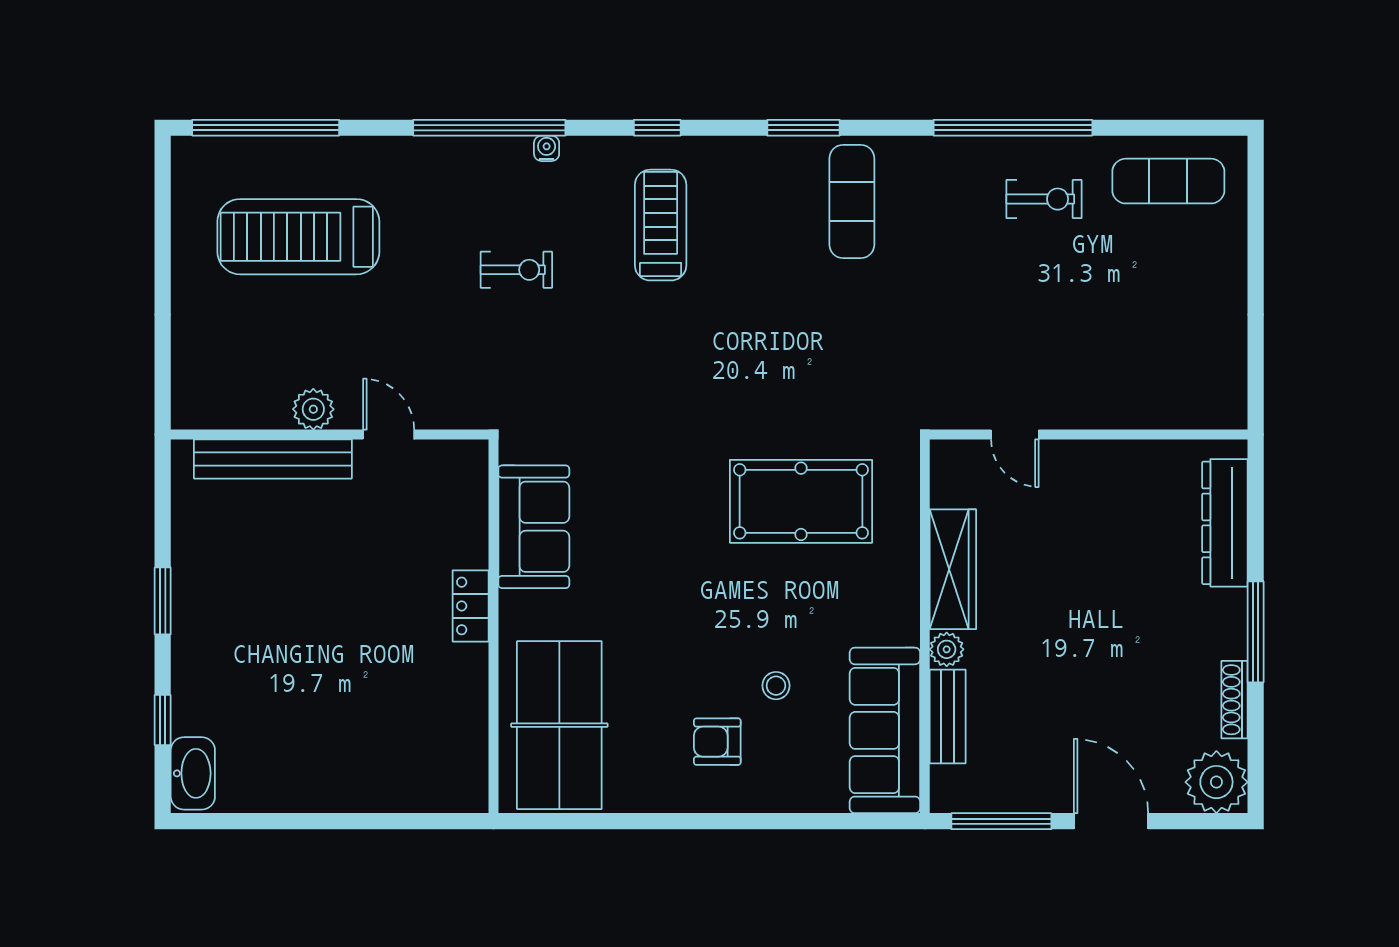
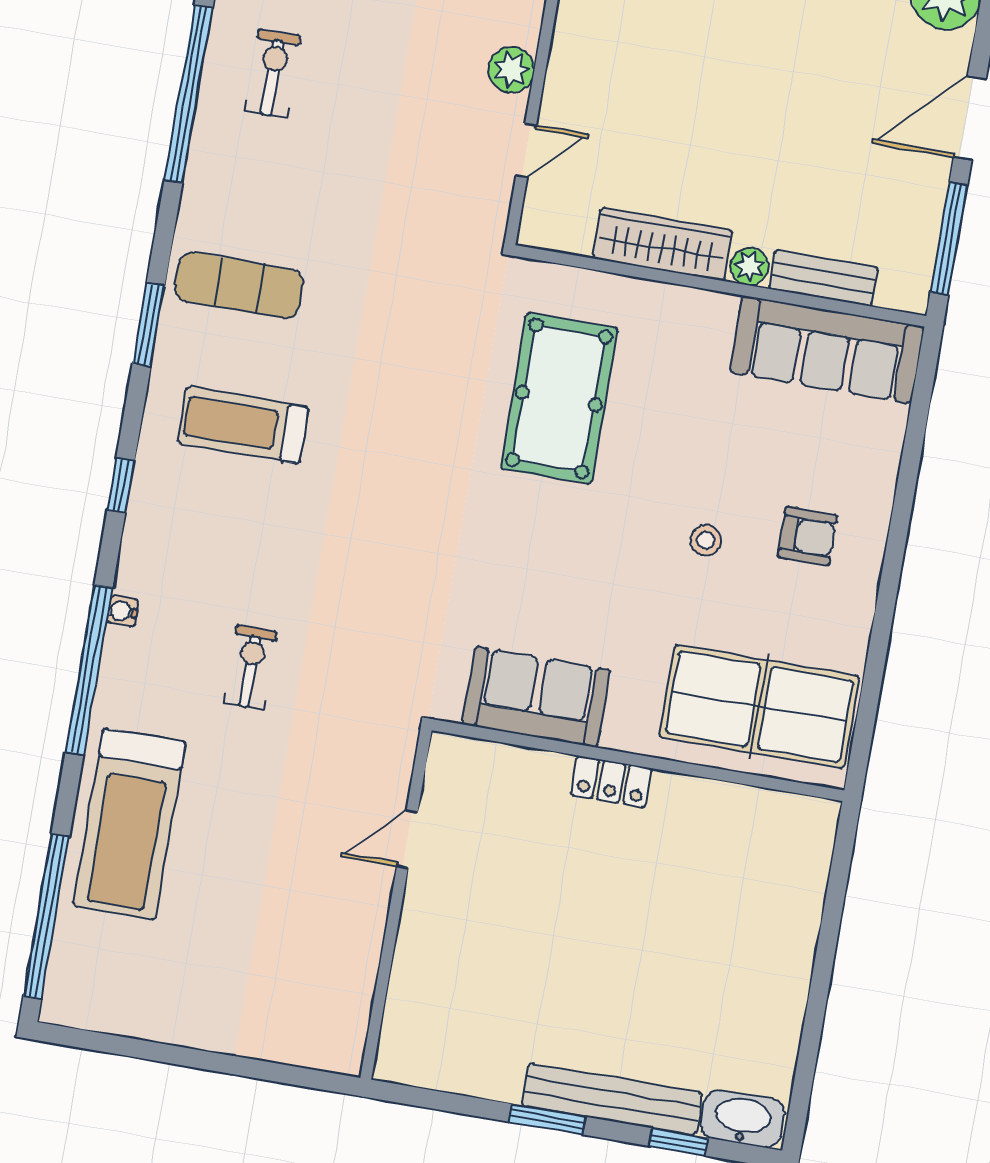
treadmill: (661, 225) -> (243, 425), moved
treadmill: (298, 237) -> (129, 824), moved
plant: (313, 409) -> (511, 70), moved
bench: (273, 459) -> (612, 1099), moved, turned 90
stool: (776, 686) -> (706, 540), moved
armchair: (717, 742) -> (807, 536), turned -90

